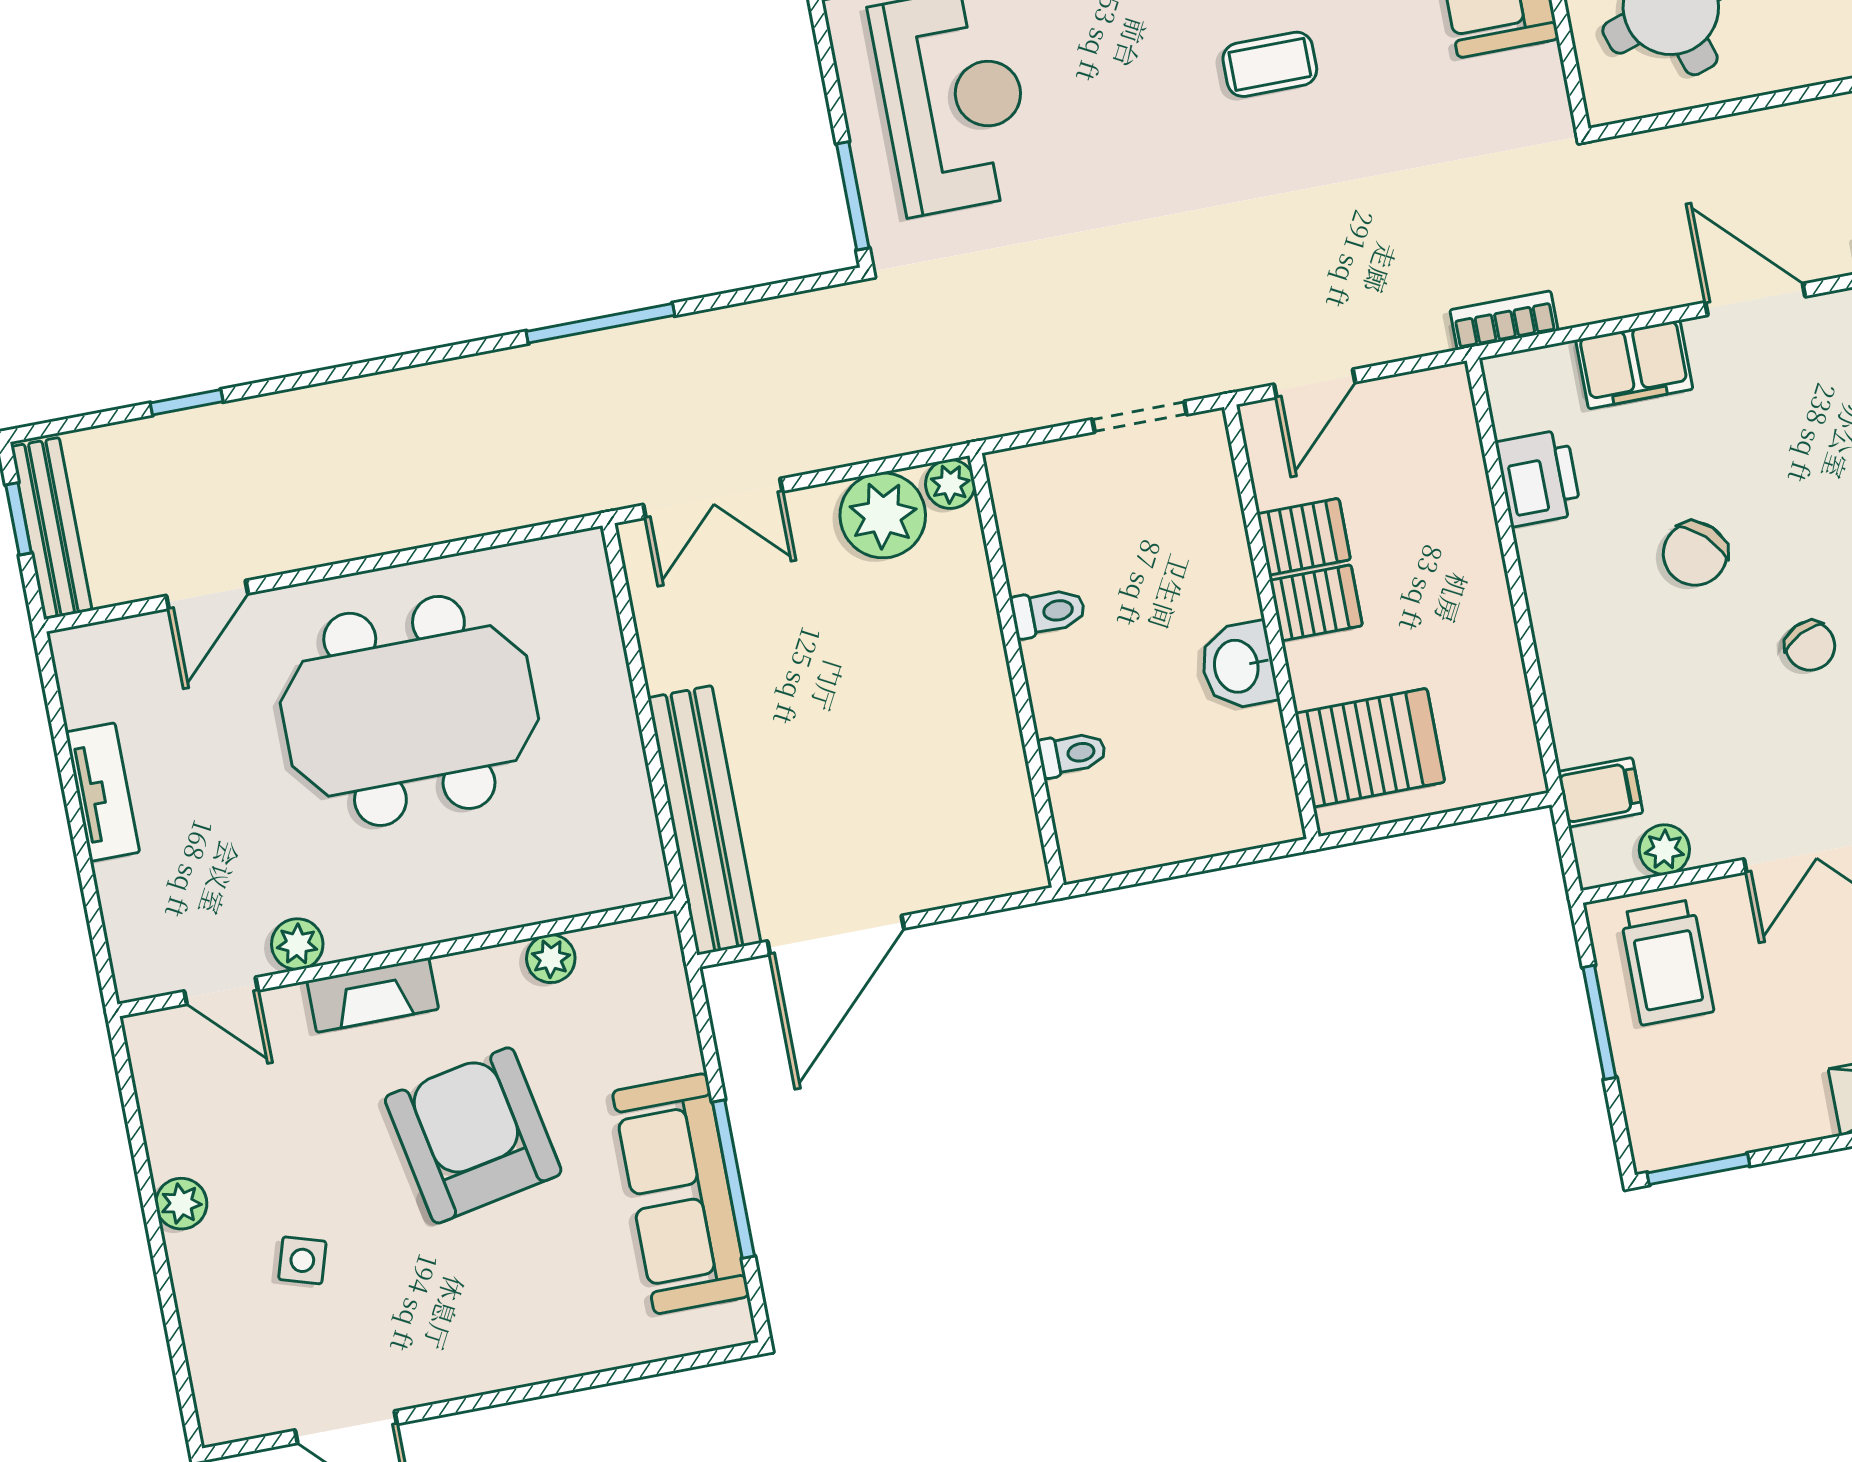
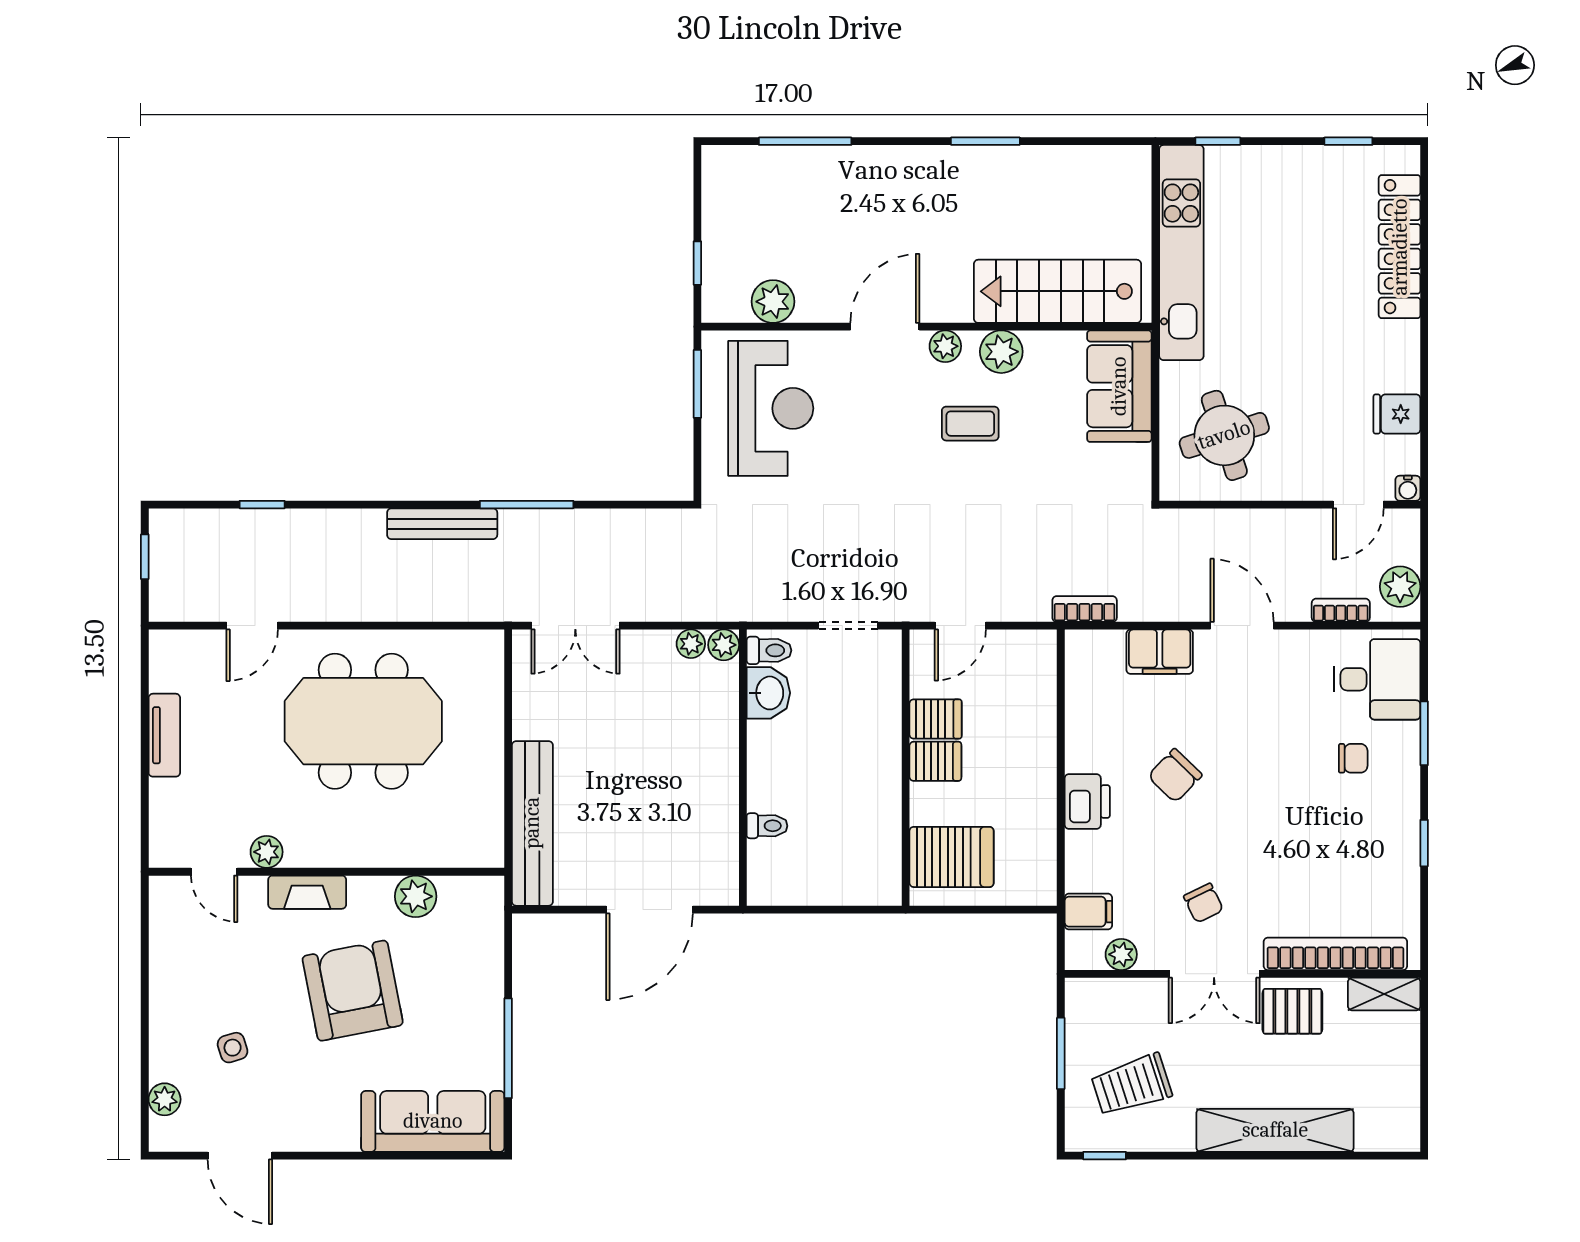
window: (853, 196) -> (697, 384), moved
printer: (1538, 478) -> (1087, 801), moved
plant: (883, 515) -> (691, 644), width x0.53, depth x0.53
bench: (51, 528) -> (442, 524), moved, turned 90
toilet: (1048, 612) -> (769, 650), moved
chair: (1810, 646) -> (1204, 903), moved
washbasin: (1238, 666) -> (768, 693), moved, turned 180
door: (836, 935) -> (649, 910), moved
plant: (551, 959) -> (416, 896), width x1.38, depth x1.38
trolley: (1667, 962) -> (1132, 1085), moved, turned 72
window: (1698, 1169) -> (1105, 1156), width x0.67
sofa: (681, 1194) -> (433, 1121), moved, turned 90
plant: (181, 1204) -> (165, 1099), moved
side table: (302, 1260) -> (233, 1048), turned -34

